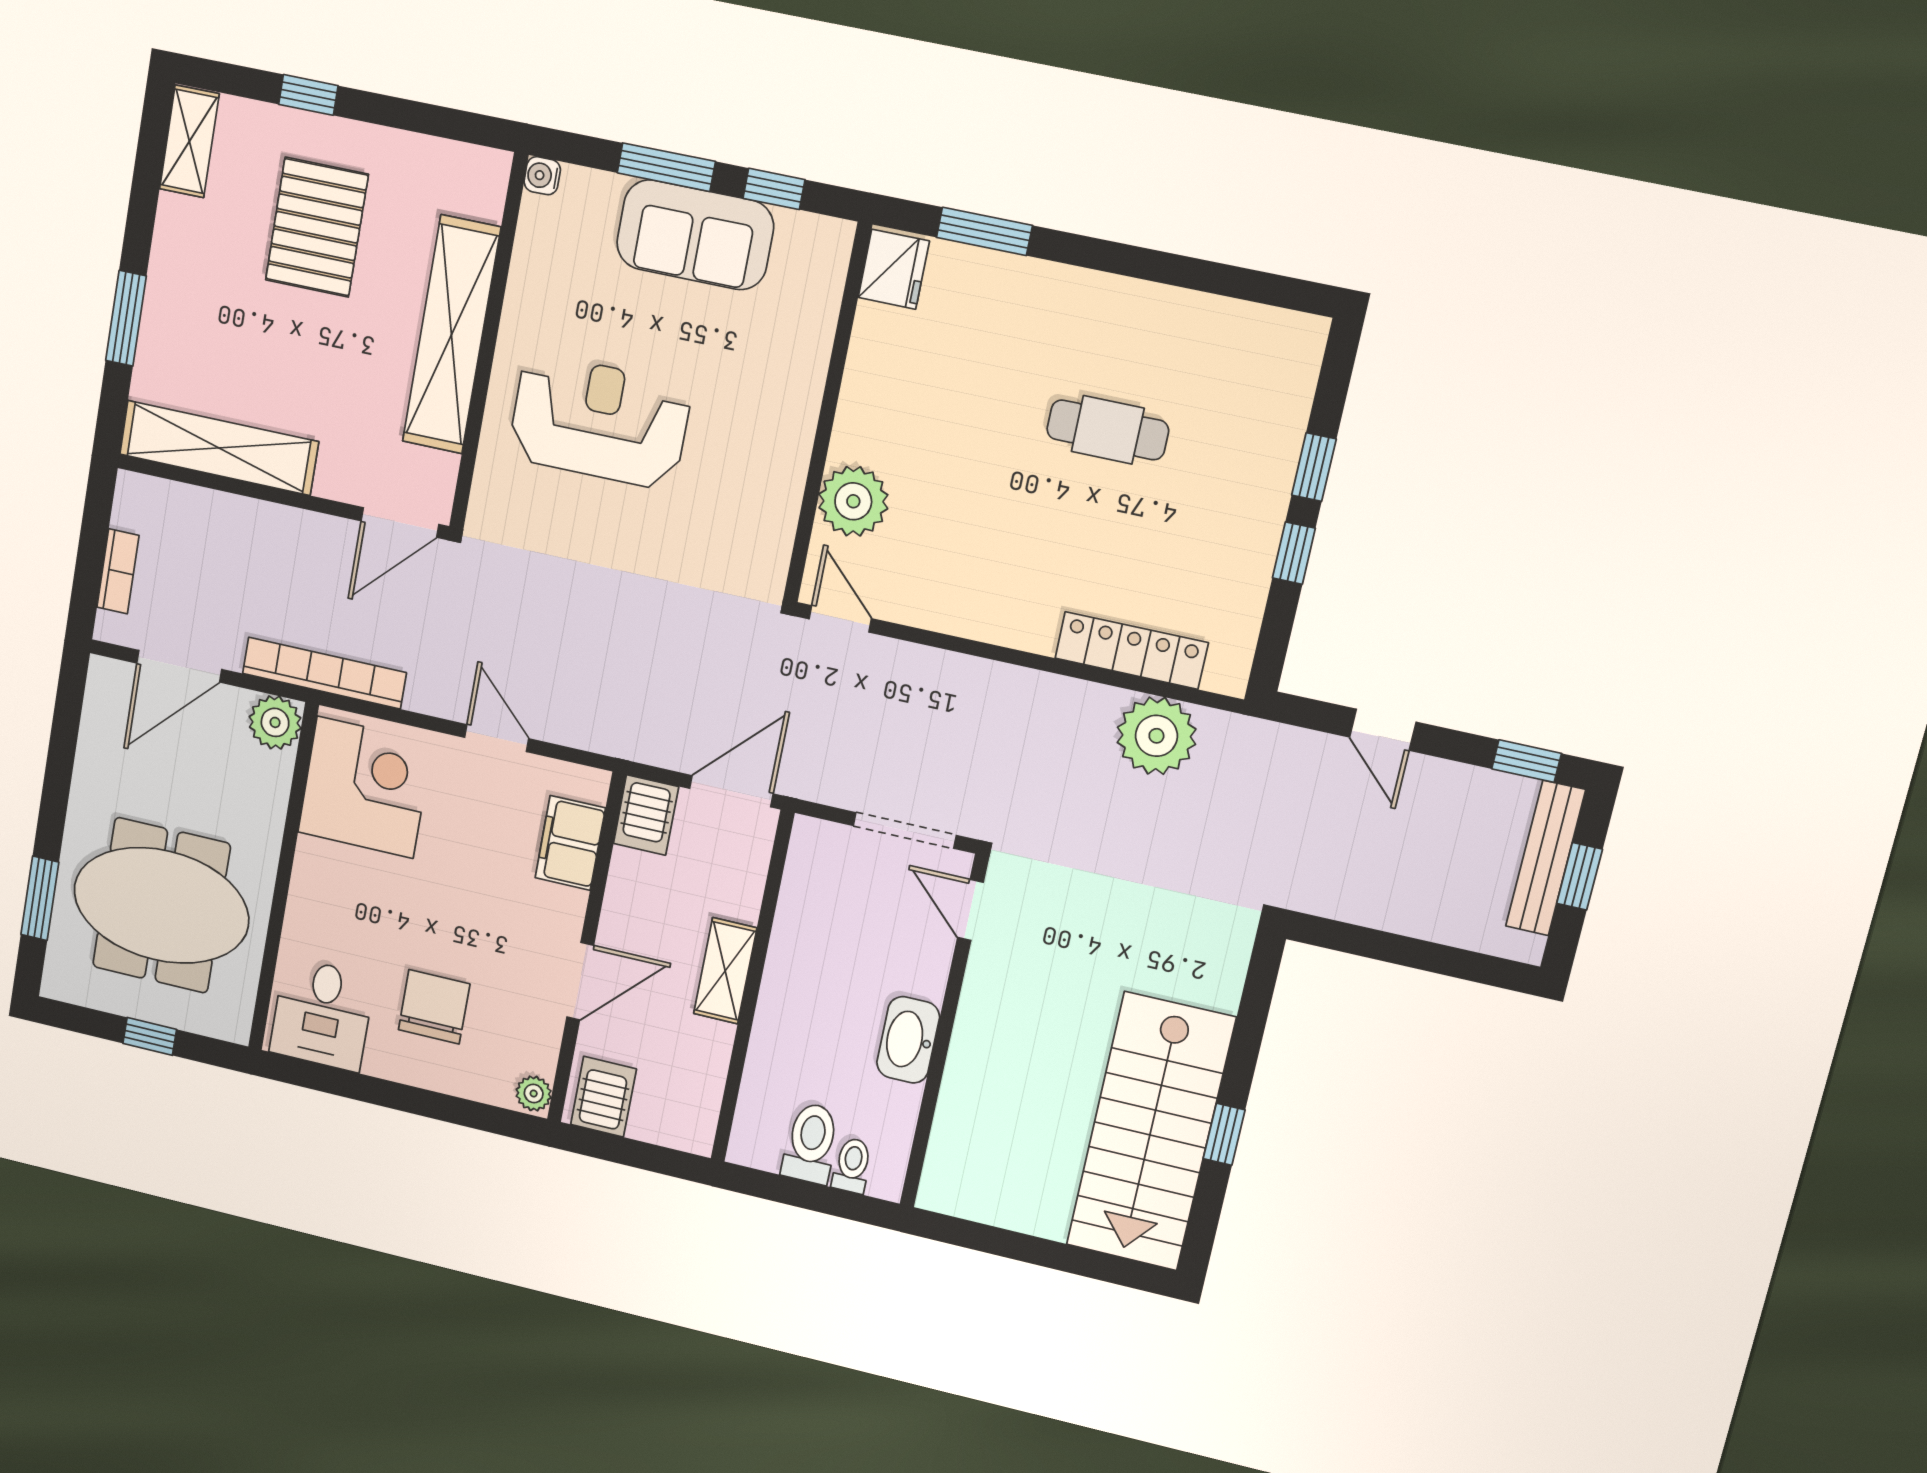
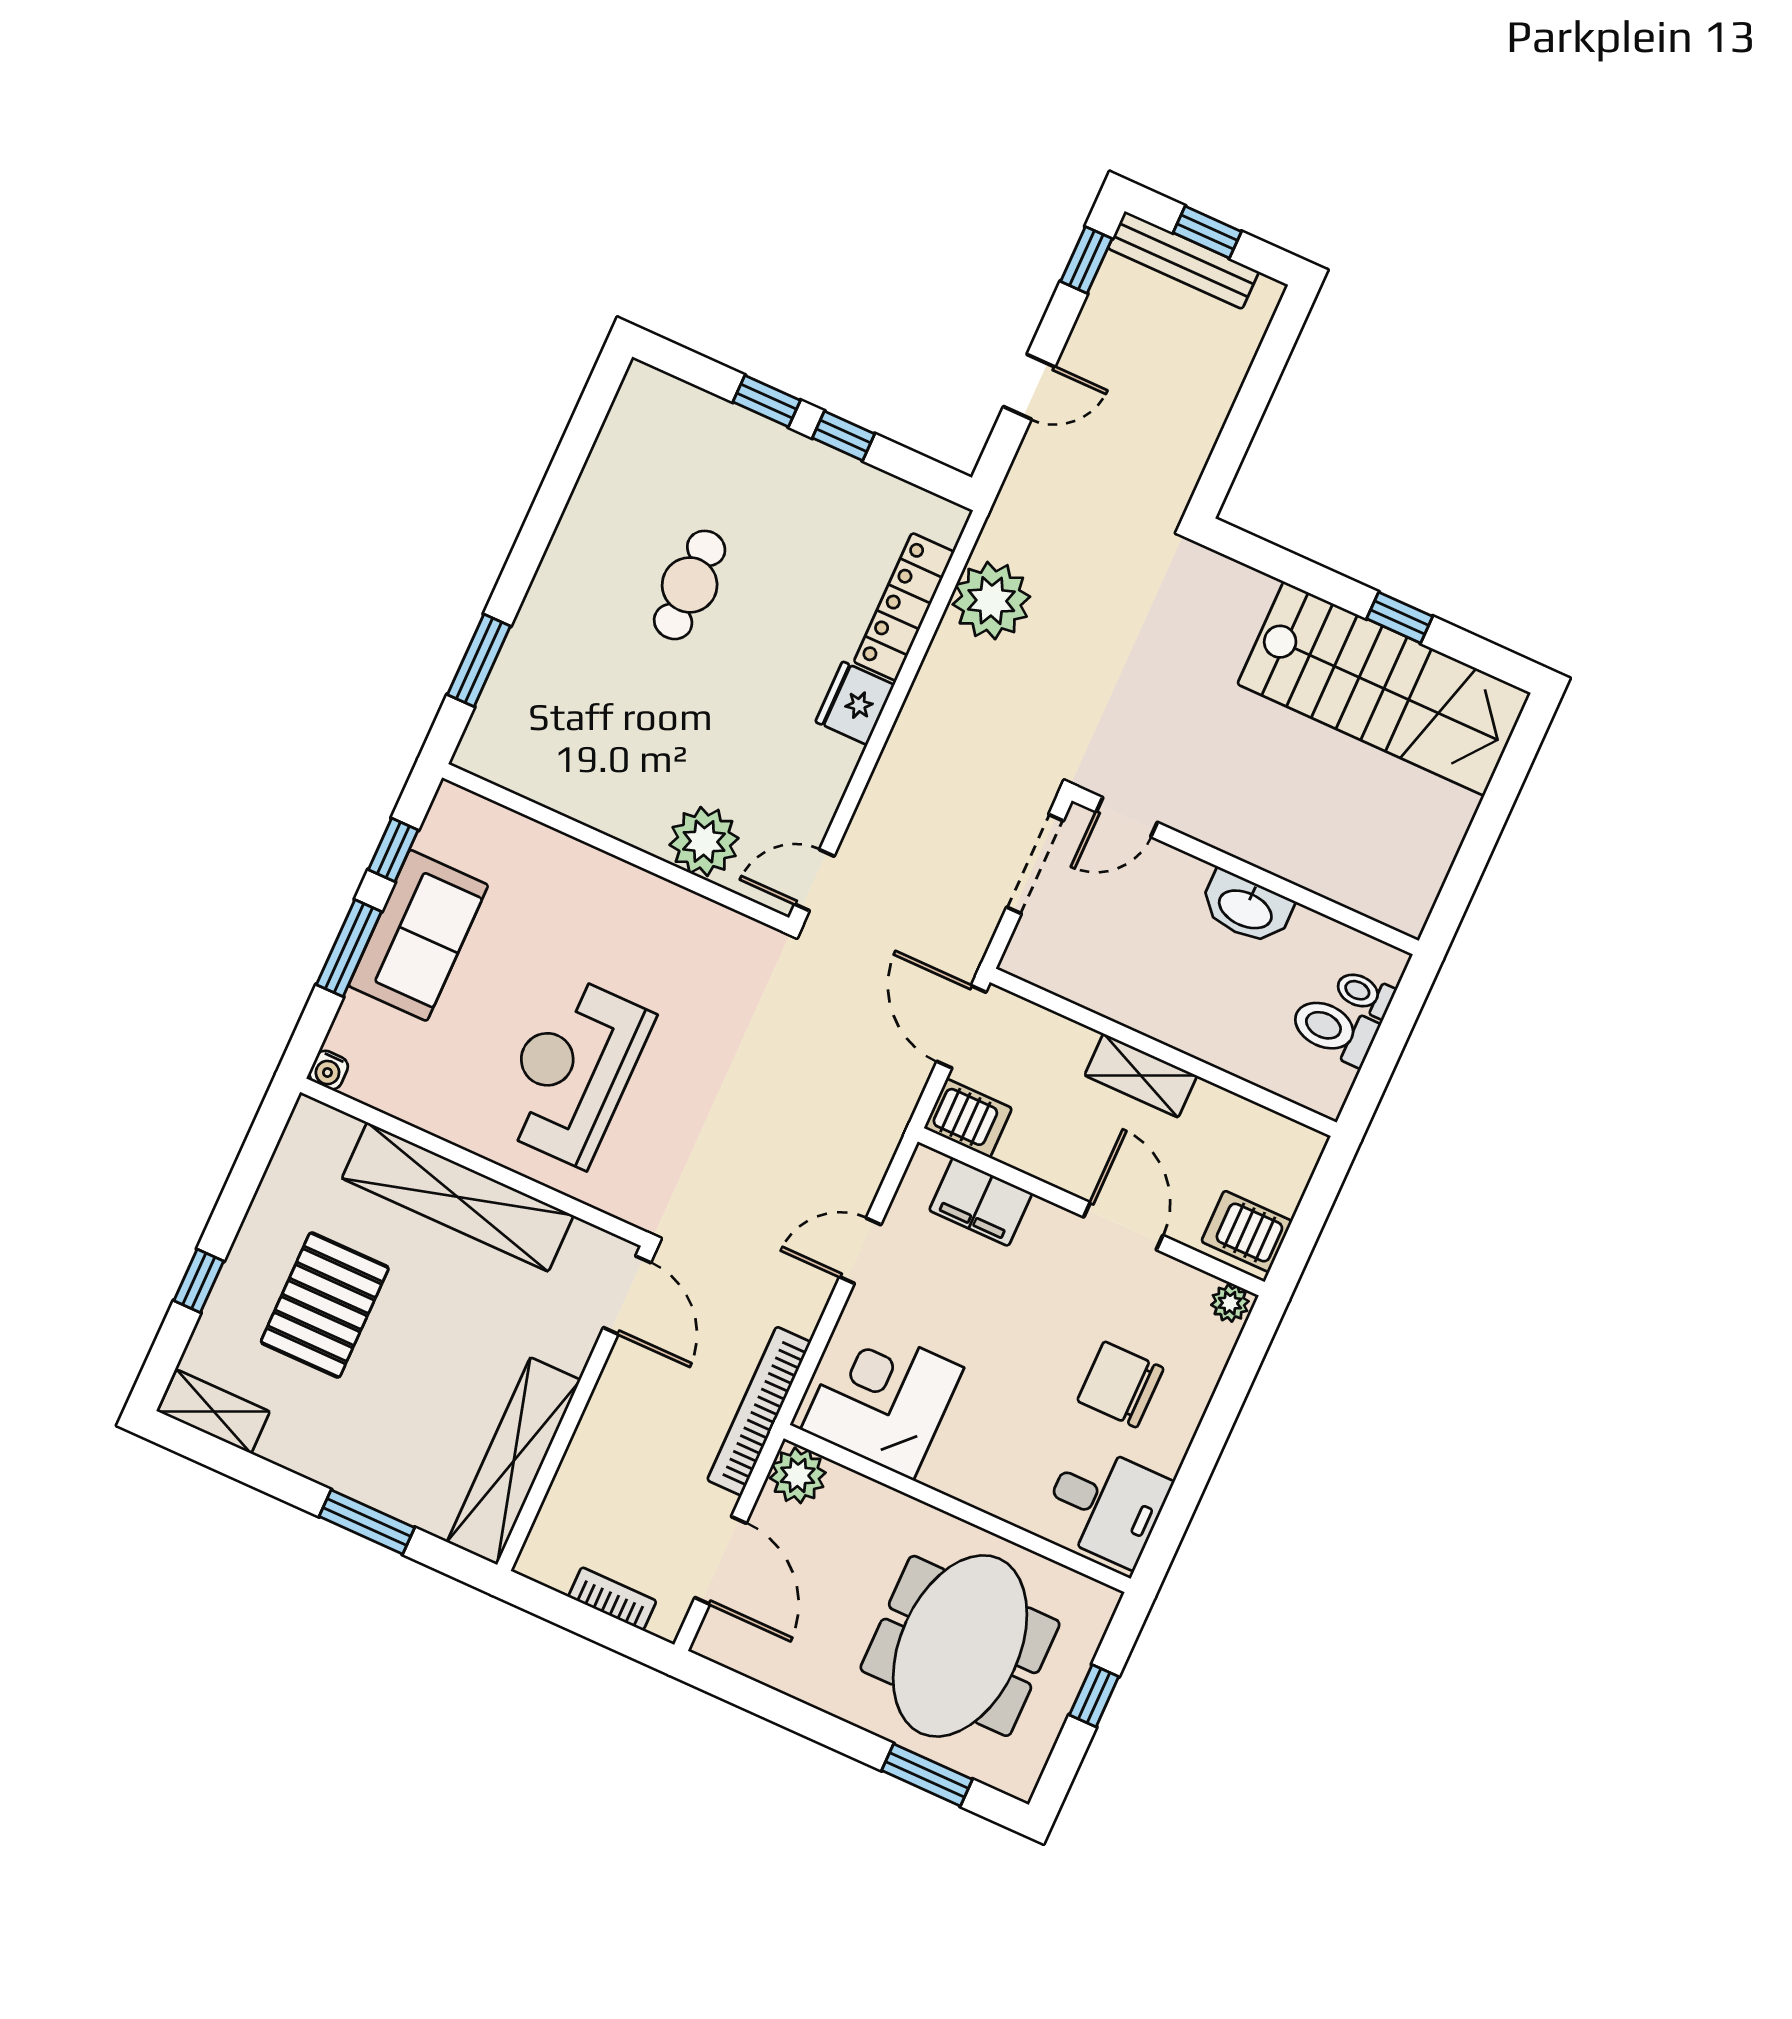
pallet: (317, 227) -> (325, 1305), turned 90
fridge: (894, 269) -> (855, 703), moved, turned -90

